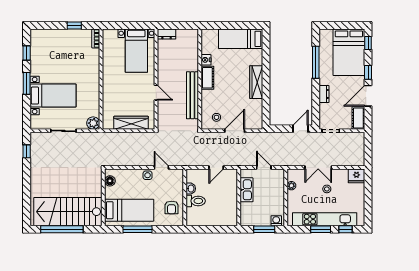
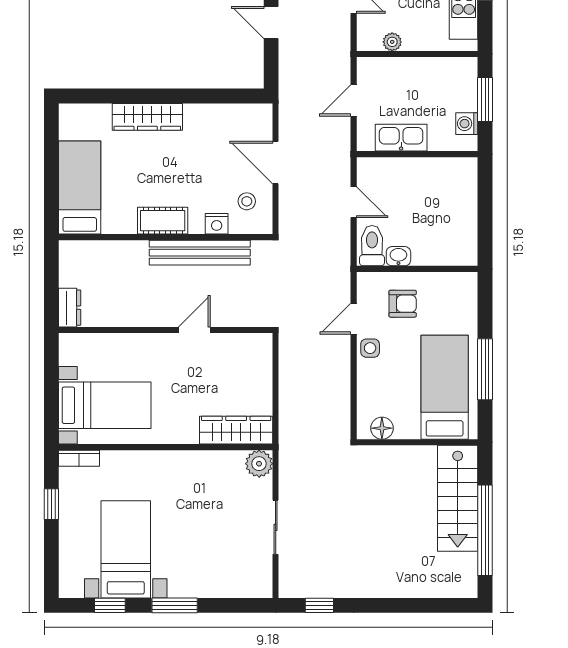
bed: (241, 39) -> (80, 188), moved, turned 180
bed with nightstands: (136, 51) -> (105, 405), moved
nightstand: (206, 60) -> (217, 224), moved
wardrobe: (256, 82) -> (147, 117), moved
bed with nightstands: (53, 96) -> (126, 549), moved
wardrobe: (131, 123) -> (236, 430), moved, turned 90
toilet: (196, 201) -> (372, 246), moved
armchair: (172, 207) -> (403, 304), moved
stairs: (68, 212) -> (458, 498), width x0.73, depth x0.66
washing machine: (276, 221) -> (467, 124), moved

